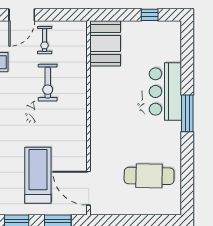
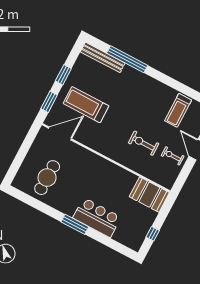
treadmill: (38, 175) -> (86, 105), turned 180

